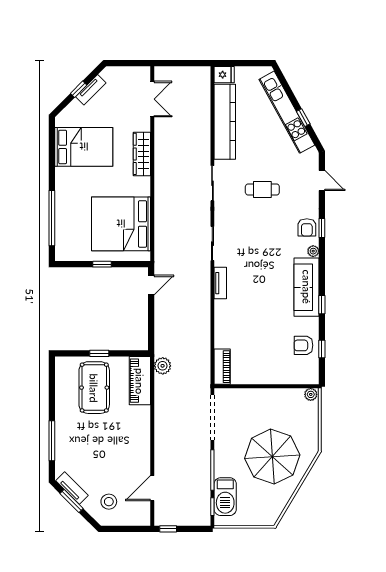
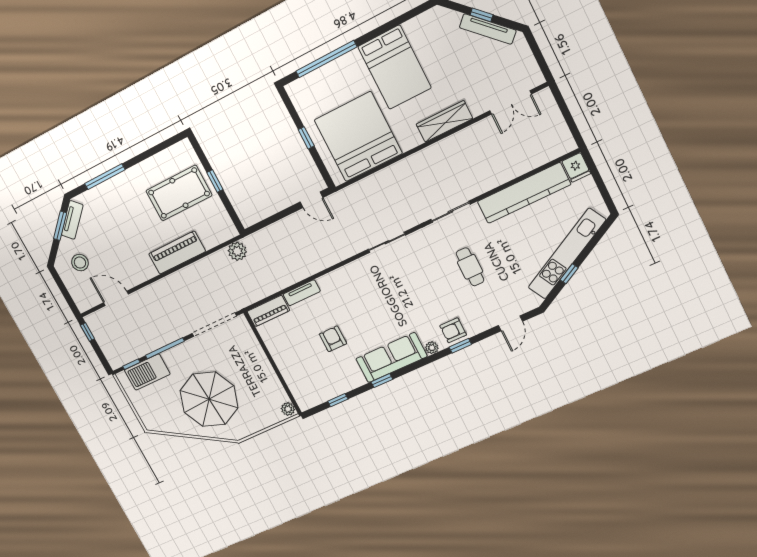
tv unit: (91, 90) -> (488, 29), width x1.41
bed: (84, 147) -> (395, 67), moved
tv unit: (220, 283) -> (302, 293), moved
armchair: (303, 345) -> (333, 339), moved
piano: (140, 381) -> (177, 253), moved

